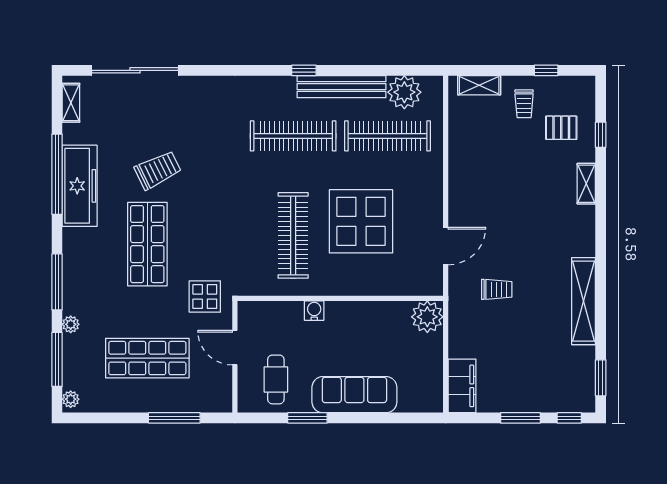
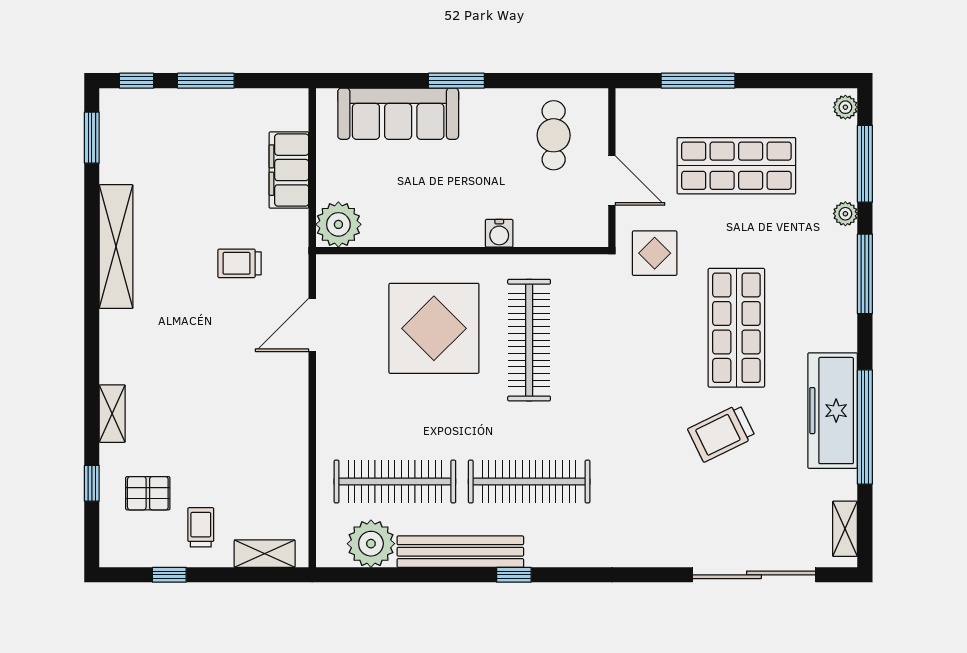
display table: (361, 221) -> (434, 328), moved
filing cabinet: (462, 386) -> (289, 170), moved
sofa: (354, 395) -> (398, 114), moved
window: (307, 418) -> (456, 81), moved

